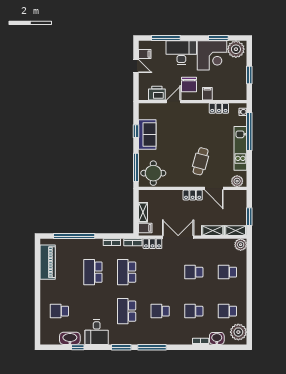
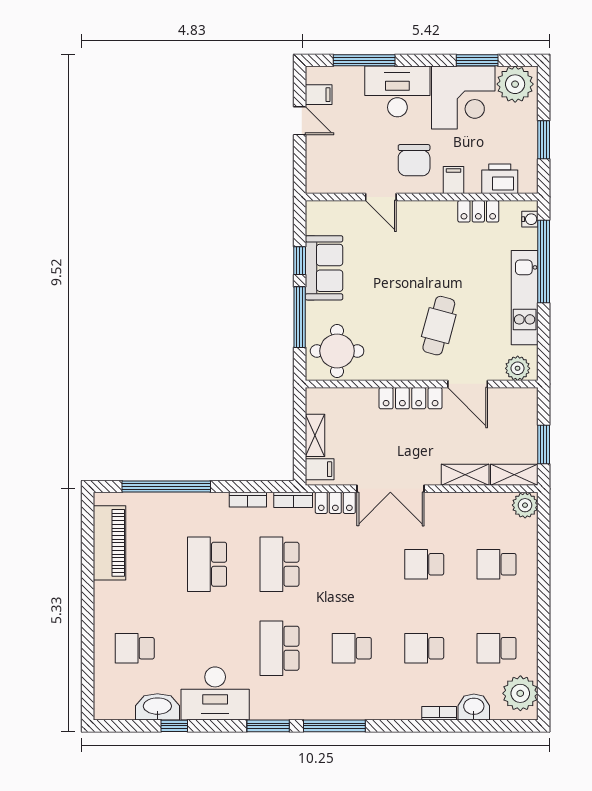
printer: (157, 93) -> (500, 179), moved
door: (174, 102) -> (381, 197), swing flipped
window: (136, 167) -> (300, 317), moved
locker: (193, 195) -> (411, 398), width x1.53
double door: (178, 237) -> (390, 489), swing flipped
desk: (97, 332) -> (215, 694), width x1.37

